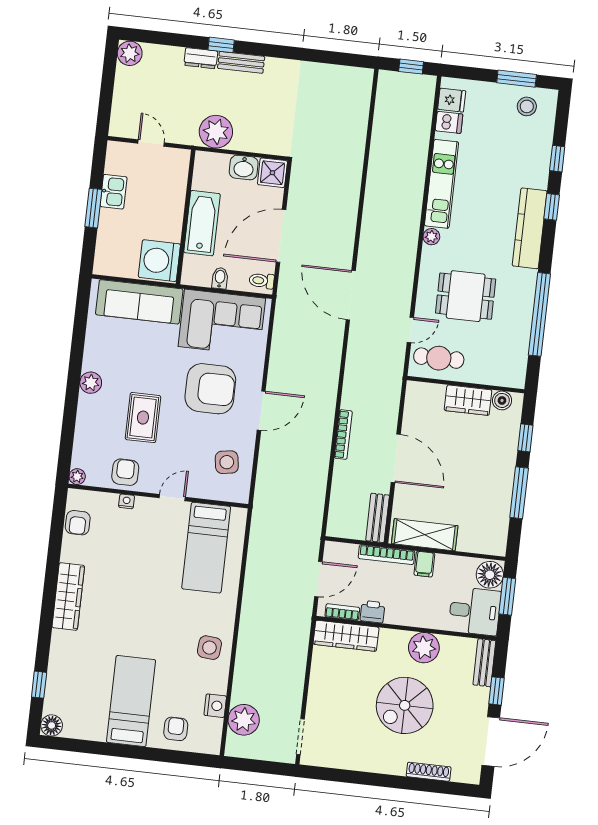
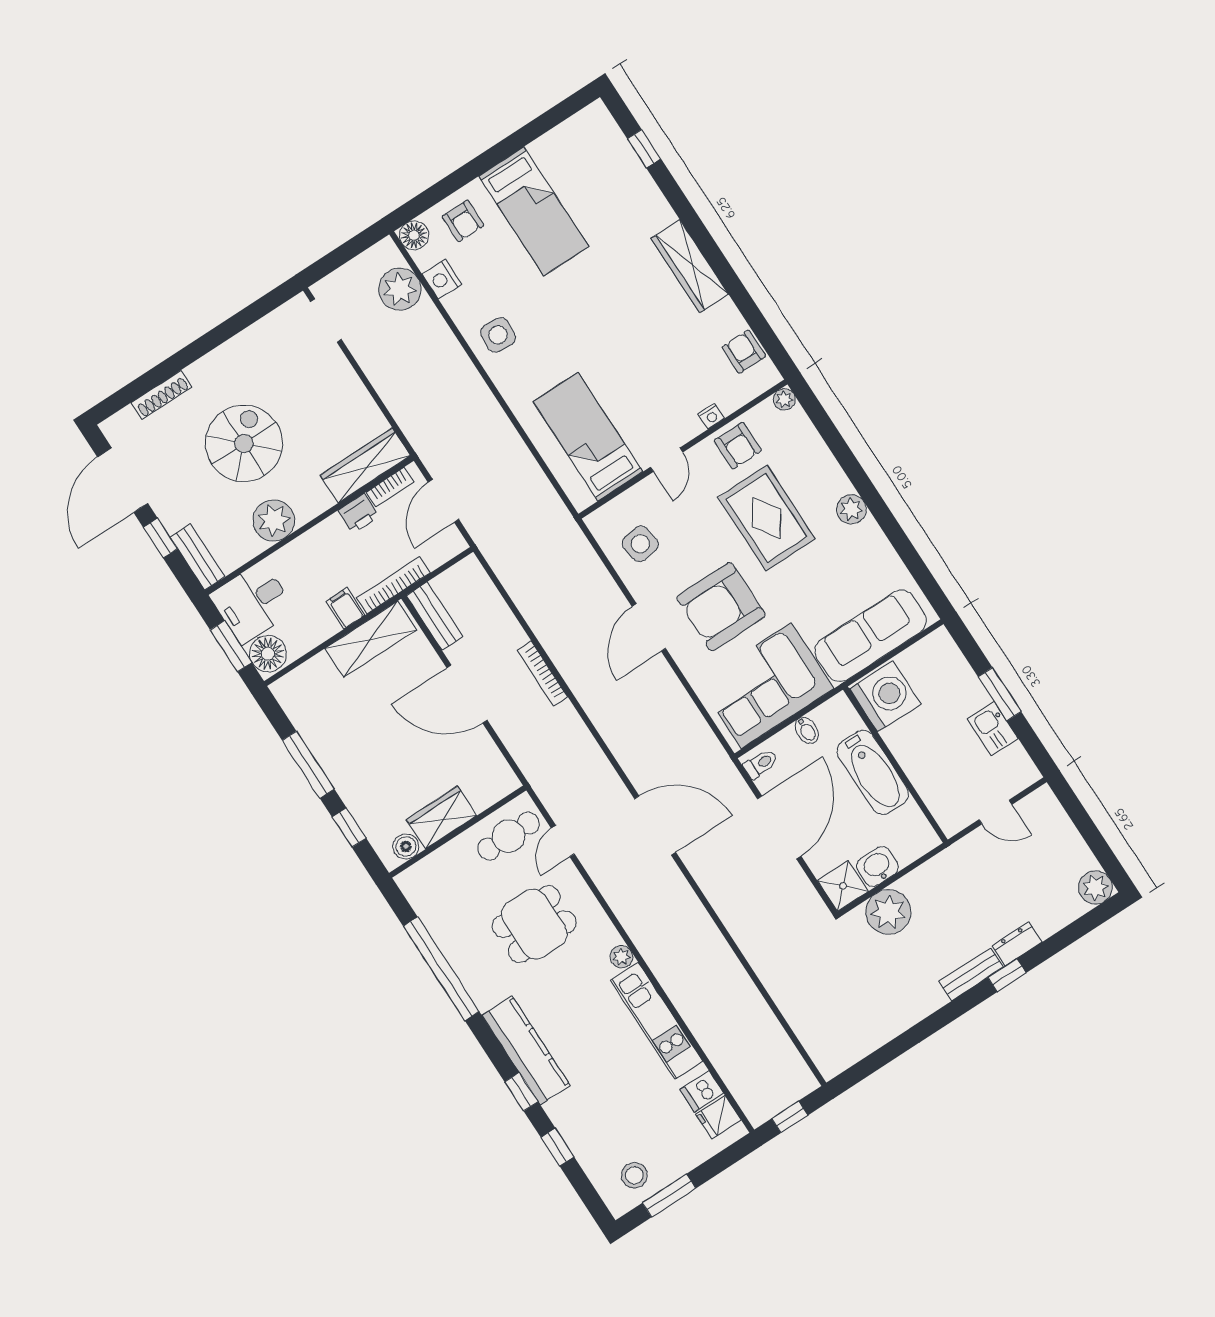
plant: (216, 132) -> (888, 912), moved
rug: (143, 418) -> (766, 518), width x1.36, depth x1.43
floor lamp: (52, 725) -> (414, 235), moved

